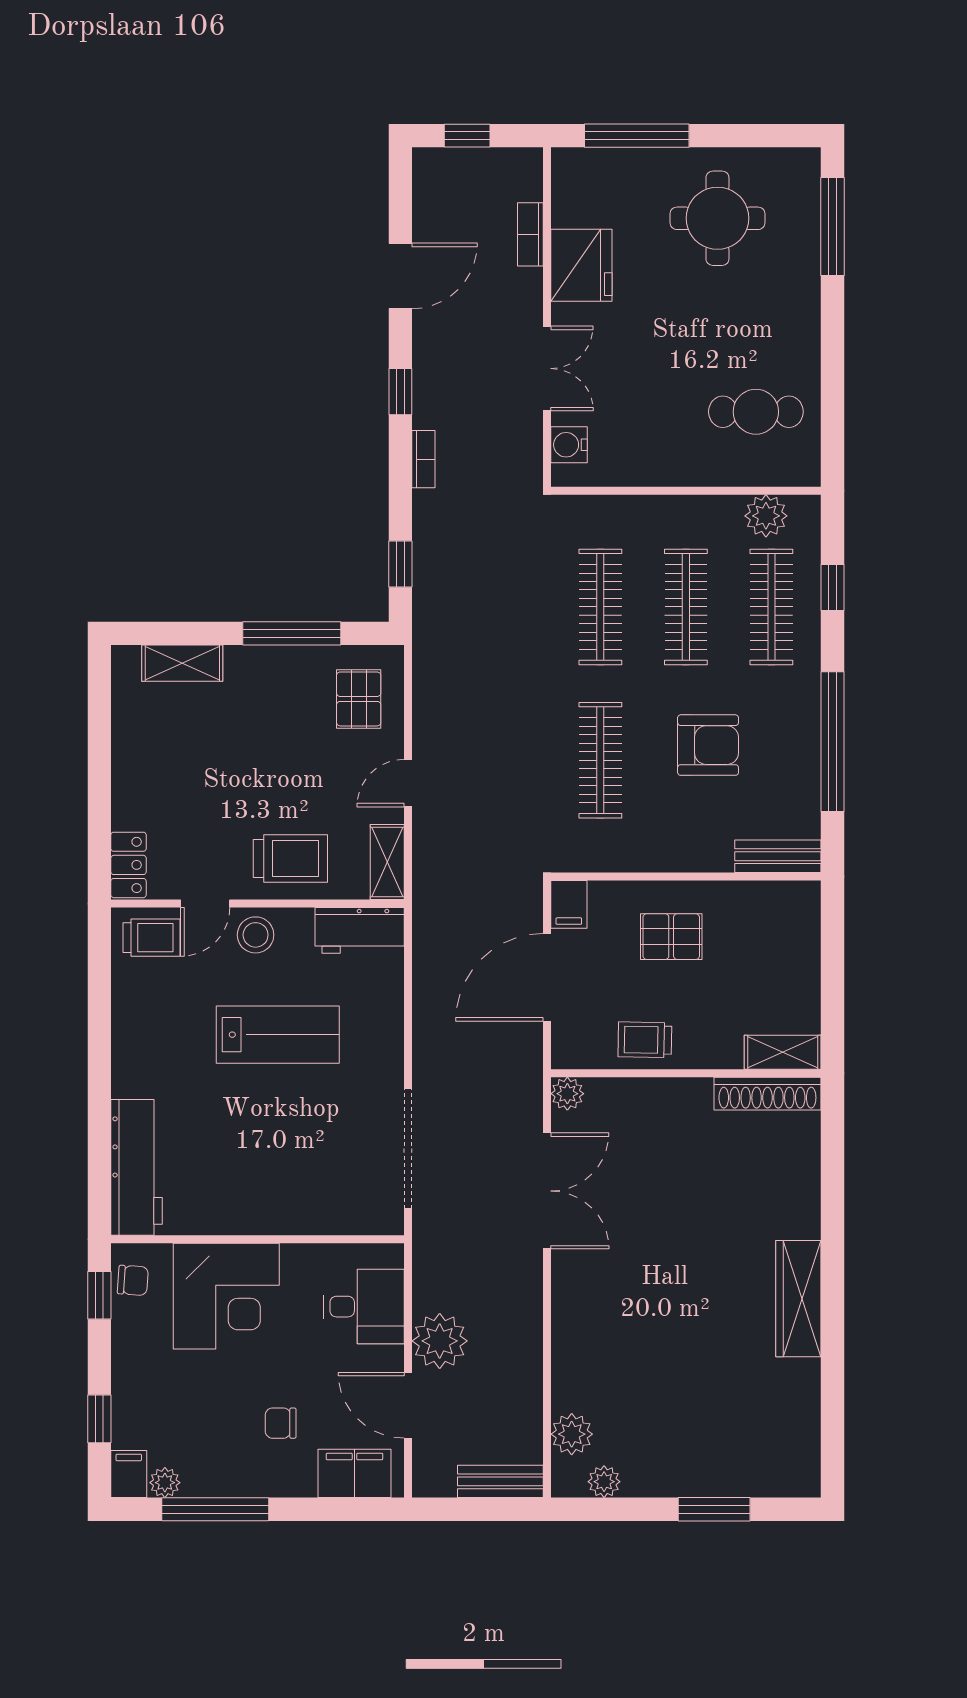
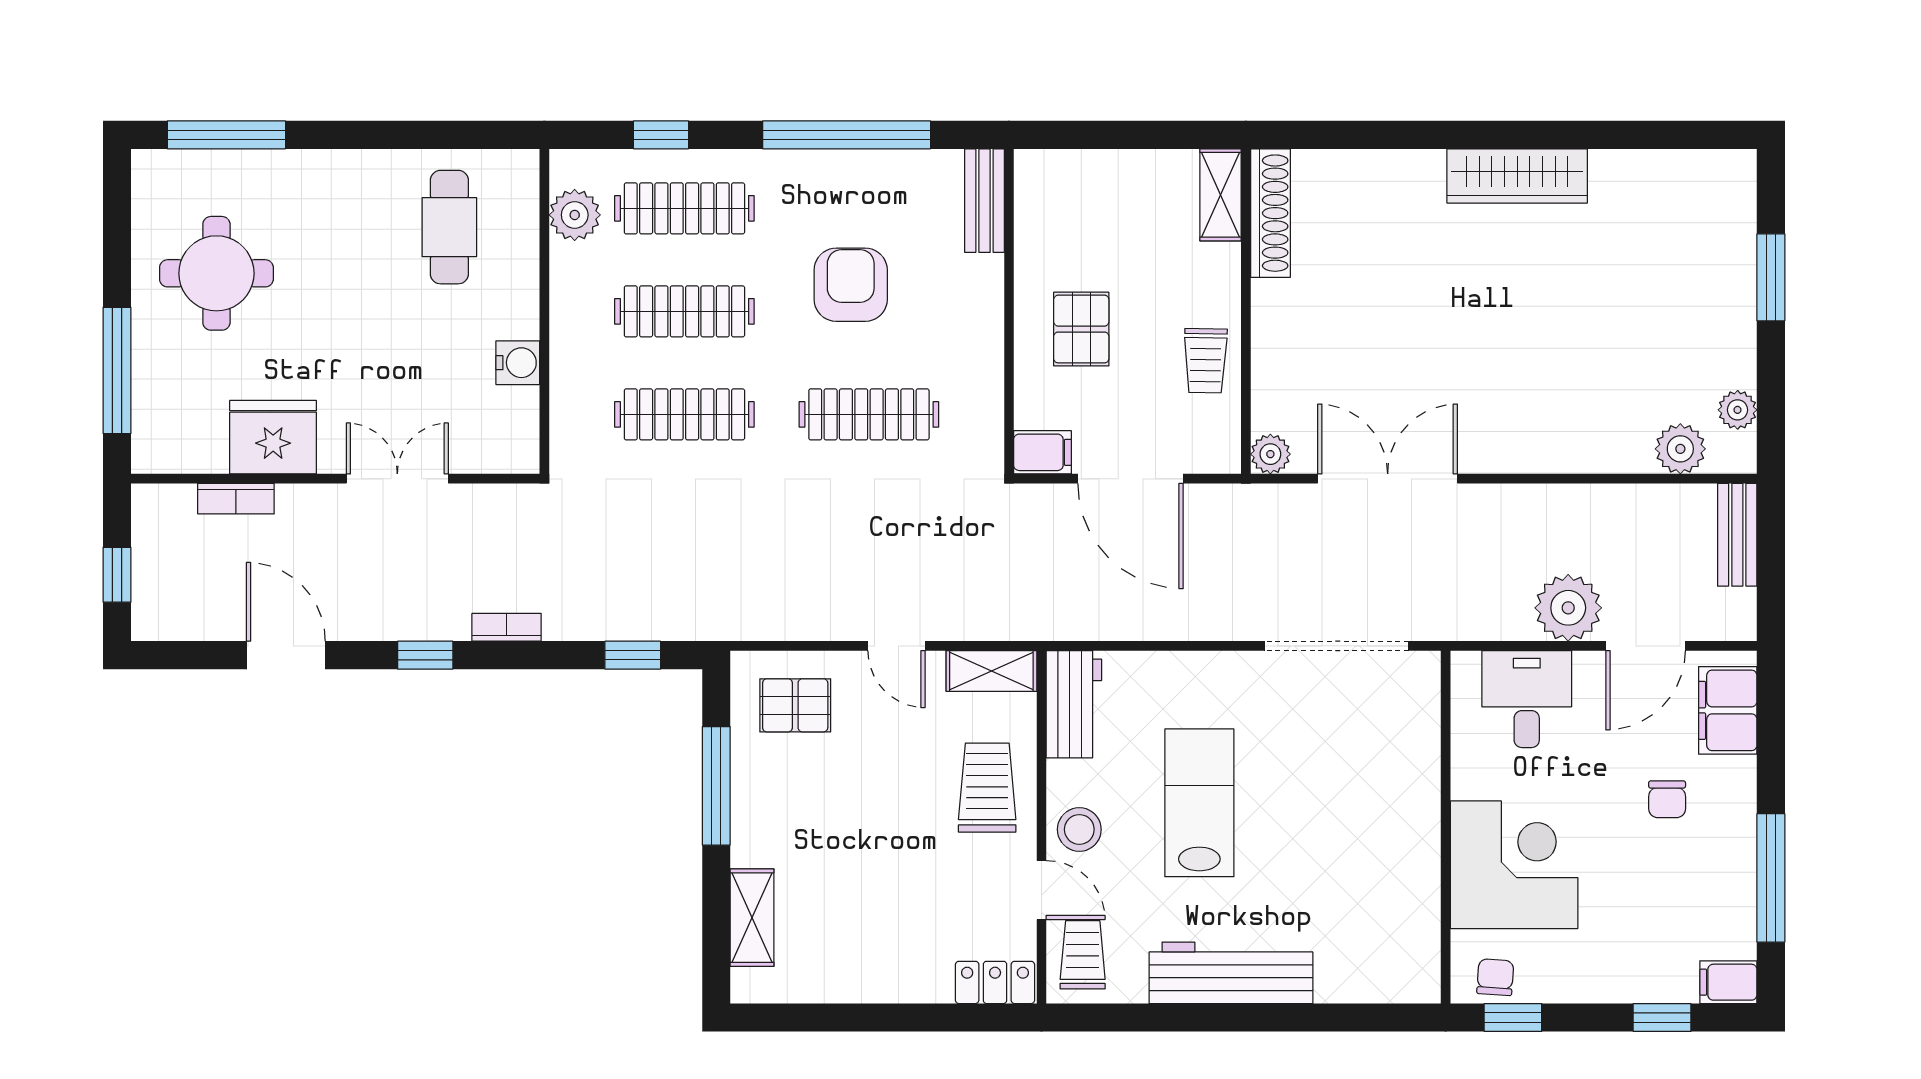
water cooler: (569, 445) -> (518, 363), moved, turned -90
workbench: (137, 1167) -> (1231, 973), moved
plant: (165, 1483) -> (1739, 939), removed

